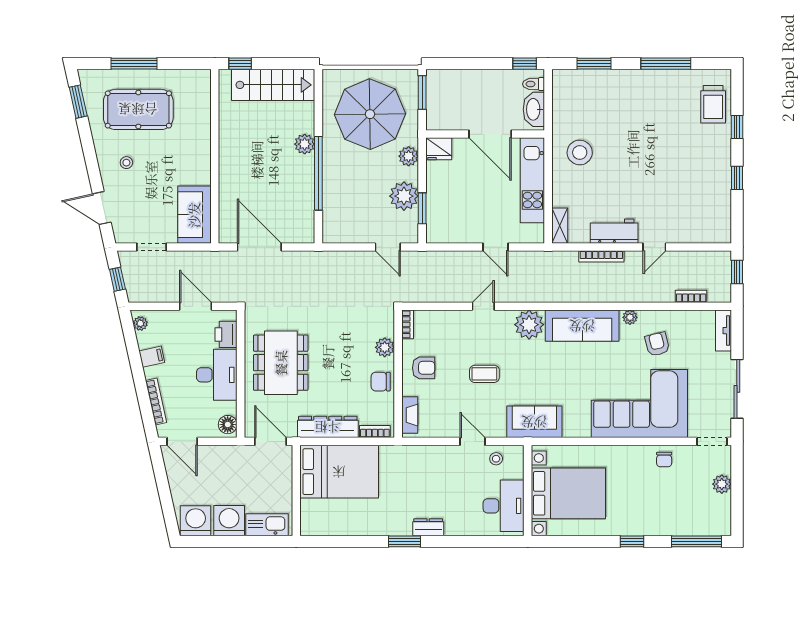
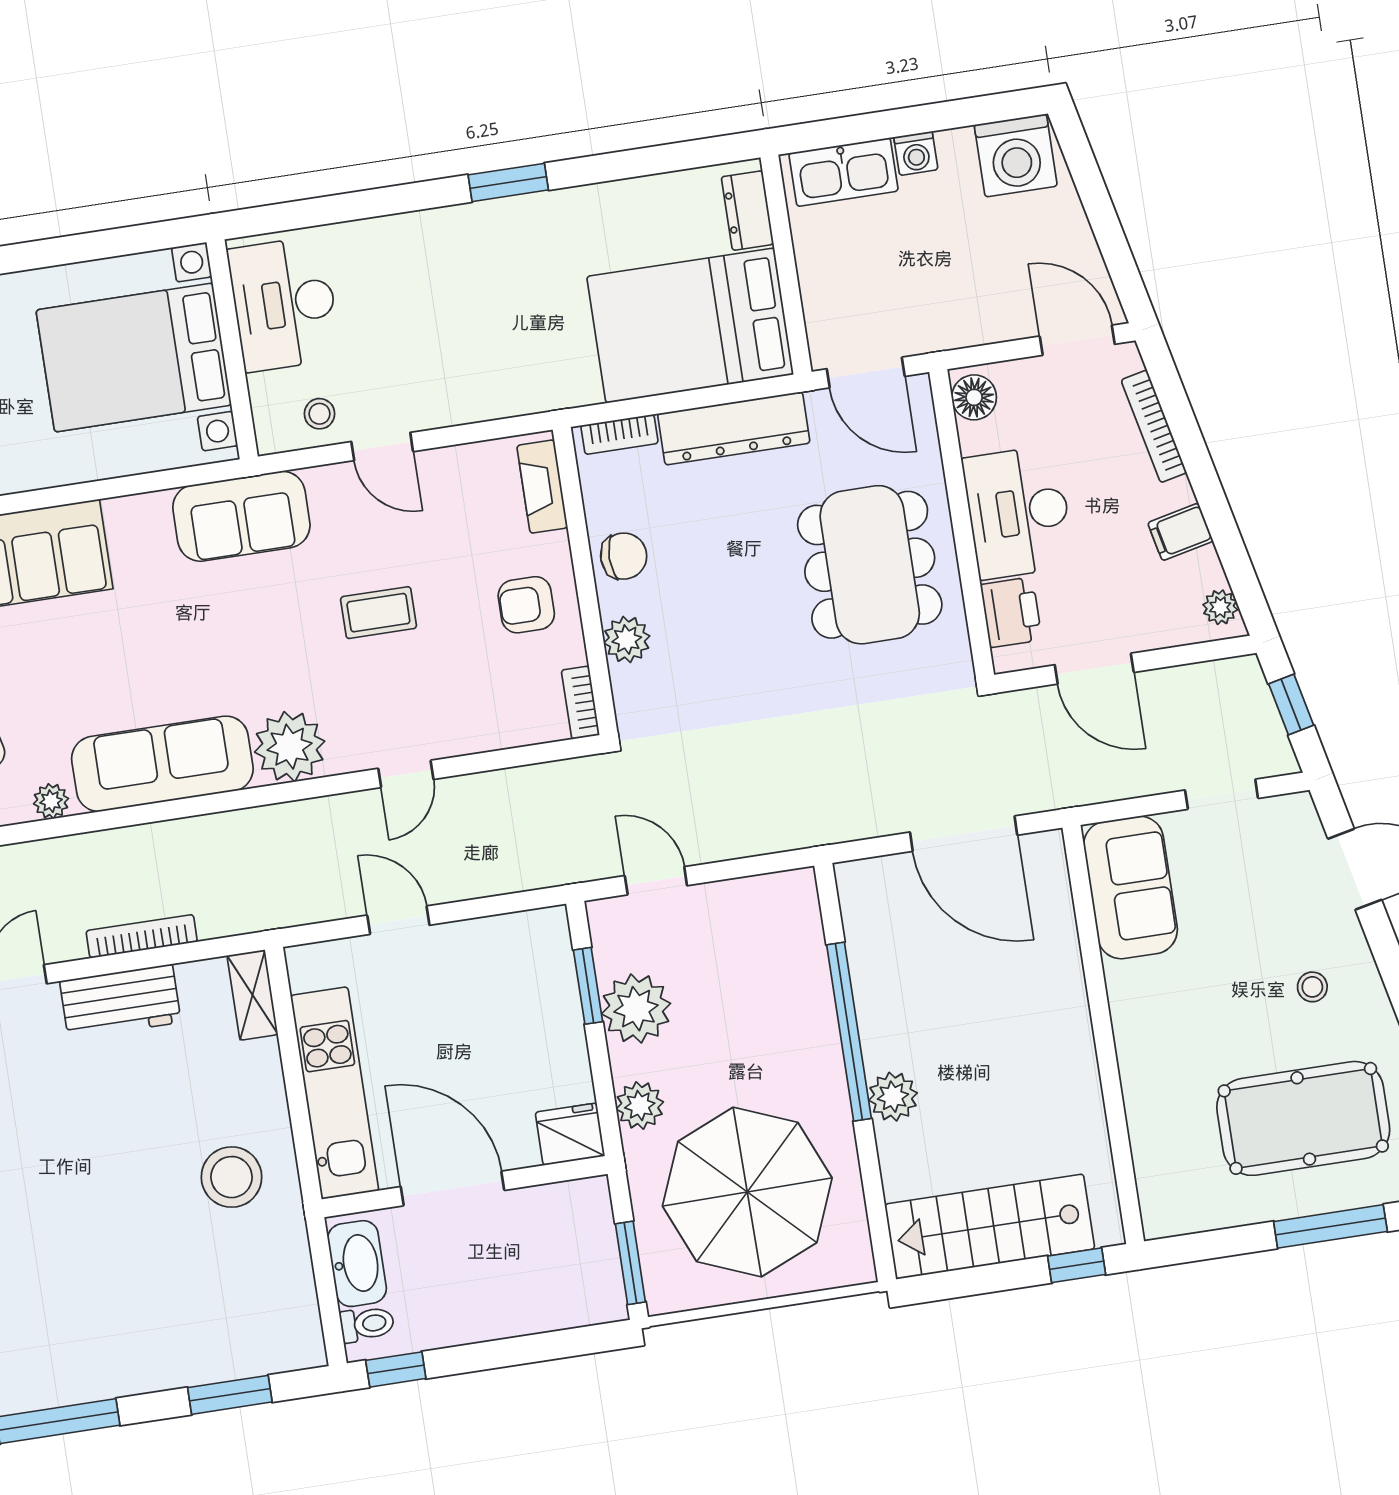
washing machine: (229, 521) -> (916, 153), width x0.53, depth x0.53
dresser: (428, 527) -> (747, 211), moved, turned 90

